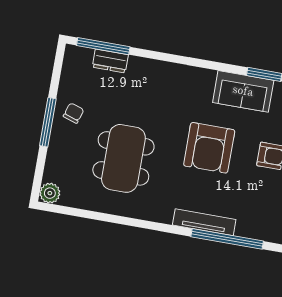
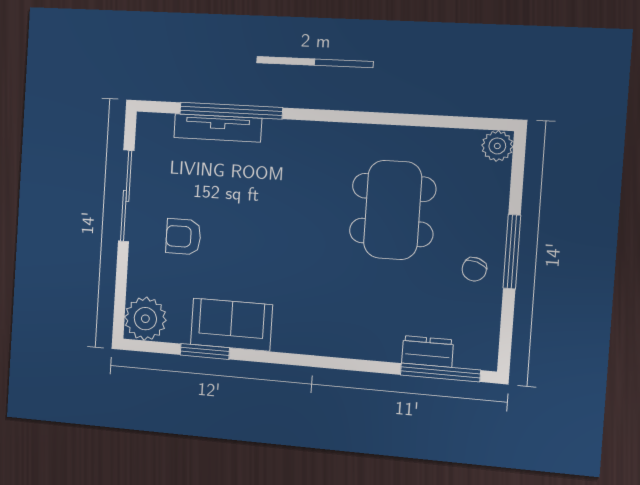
armchair: (209, 148) -> (270, 239), removed
tv unit: (204, 222) -> (218, 128), moved

